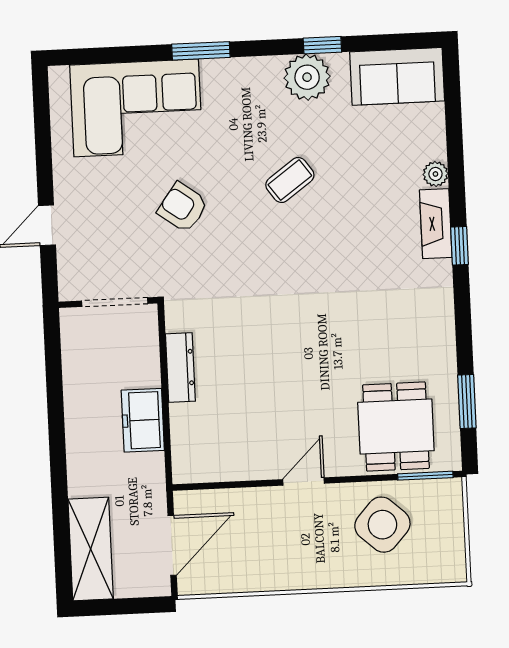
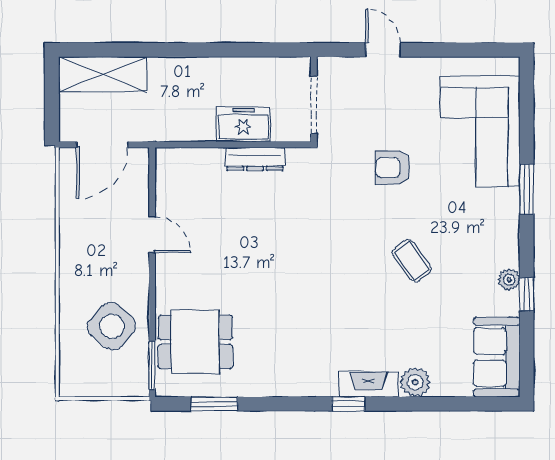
plant: (307, 77) -> (509, 280), width x0.53, depth x0.53
plant: (435, 174) -> (415, 382), width x1.38, depth x1.38
armchair: (183, 207) -> (393, 167), turned -126
freezer: (143, 420) -> (243, 124), moved
door: (304, 481) -> (152, 235), moved
door: (172, 545) -> (102, 145), hinge flipped

